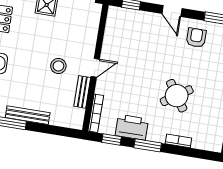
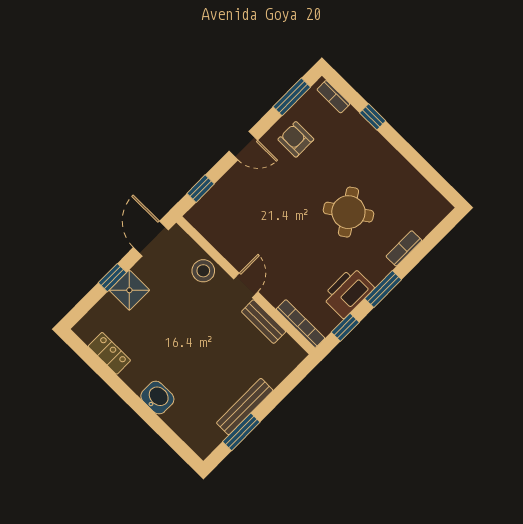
stool: (58, 66) -> (203, 271), moved

